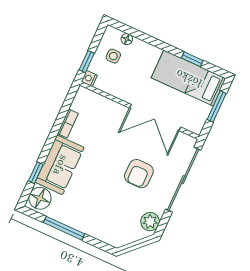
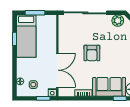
double door: (155, 117) -> (57, 70), moved
armchair: (139, 174) -> (92, 53), moved, turned 90

